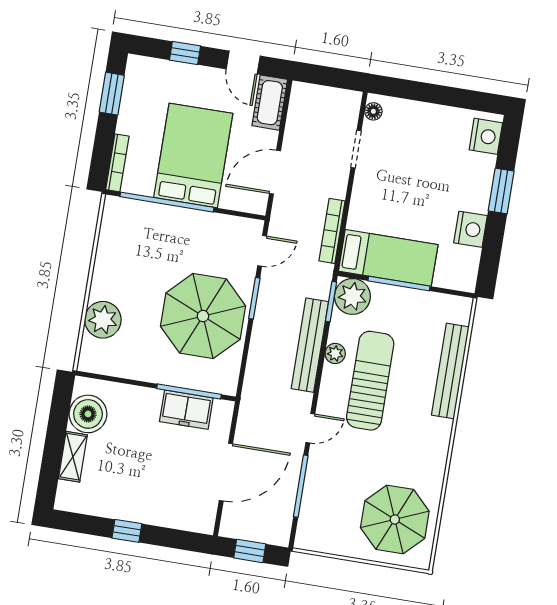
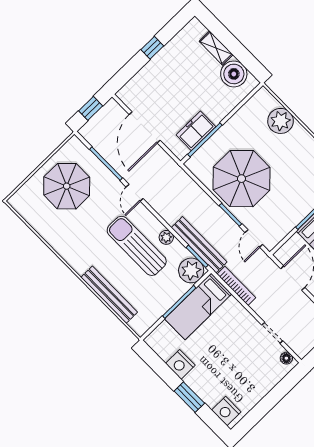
bench: (310, 345) -> (199, 245), moved
sun lounger: (370, 381) -> (137, 246), turned 180
parasol: (395, 519) -> (67, 186), moved

